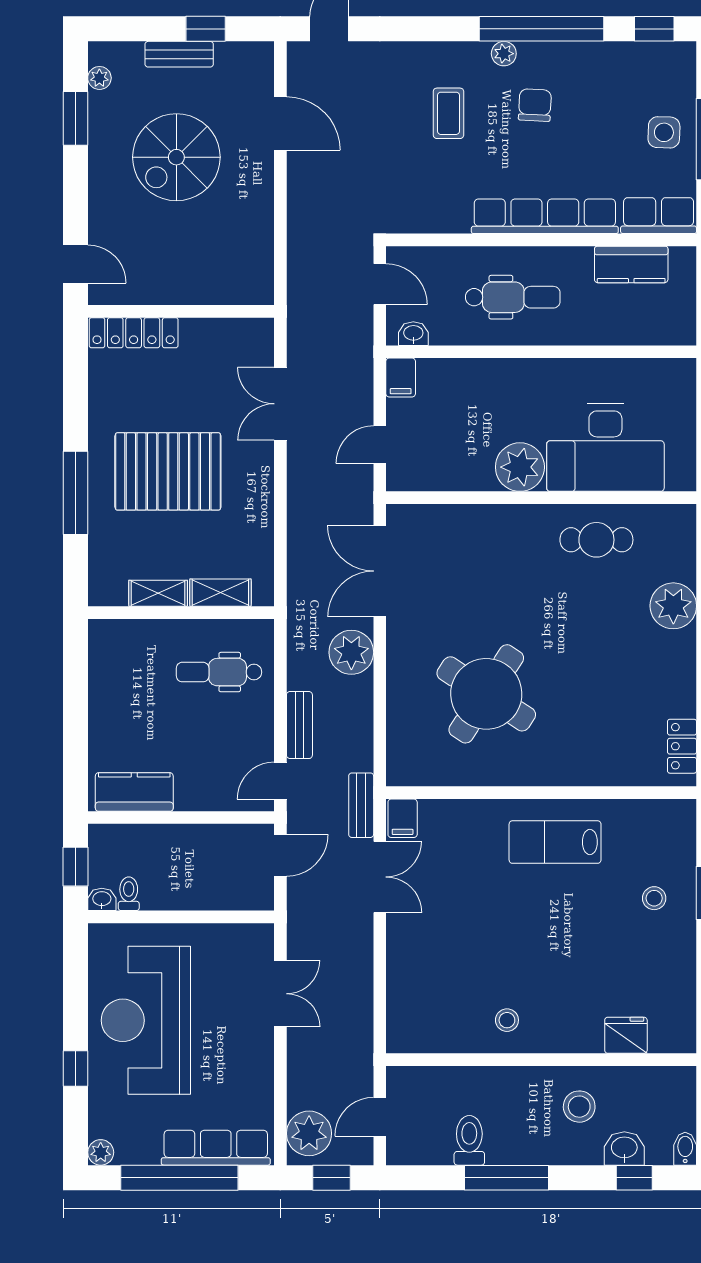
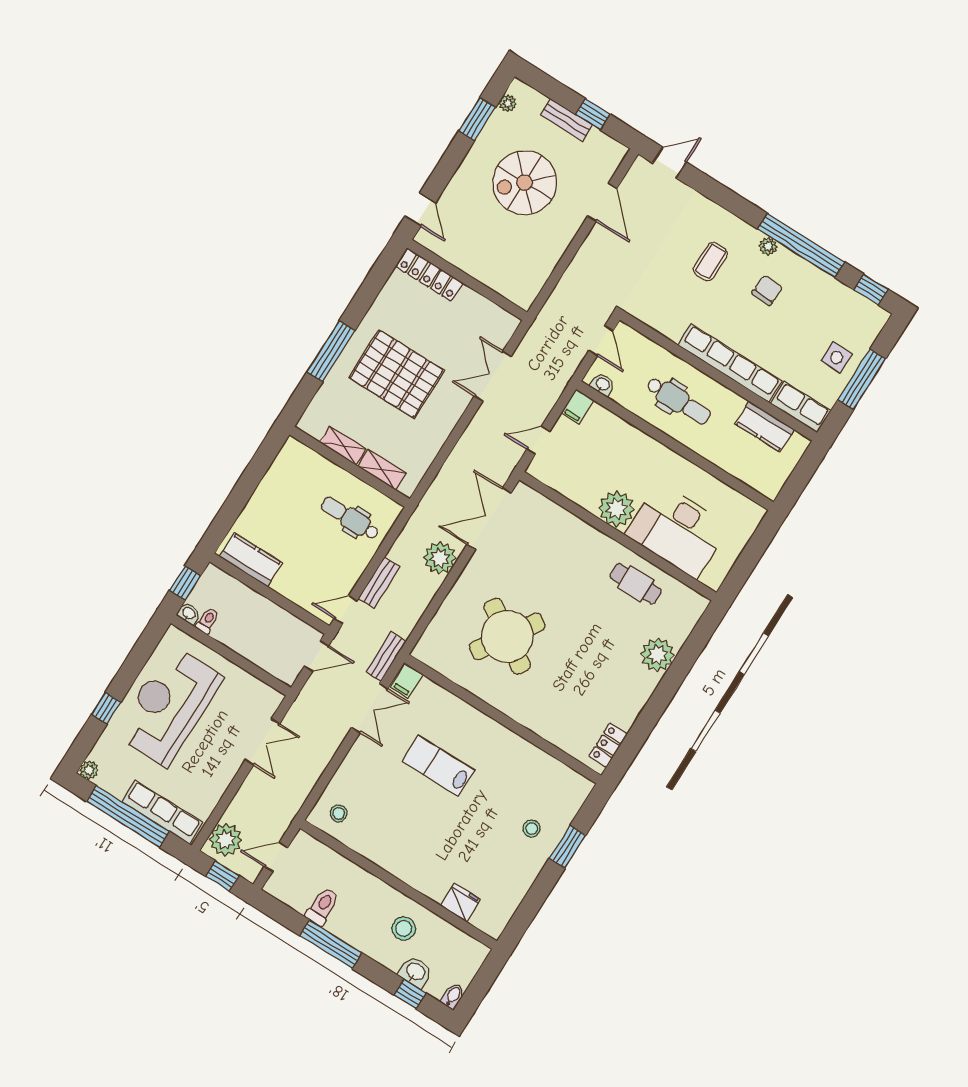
lab bench: (555, 842) -> (438, 766), moved
stool: (507, 1020) -> (339, 813), moved

